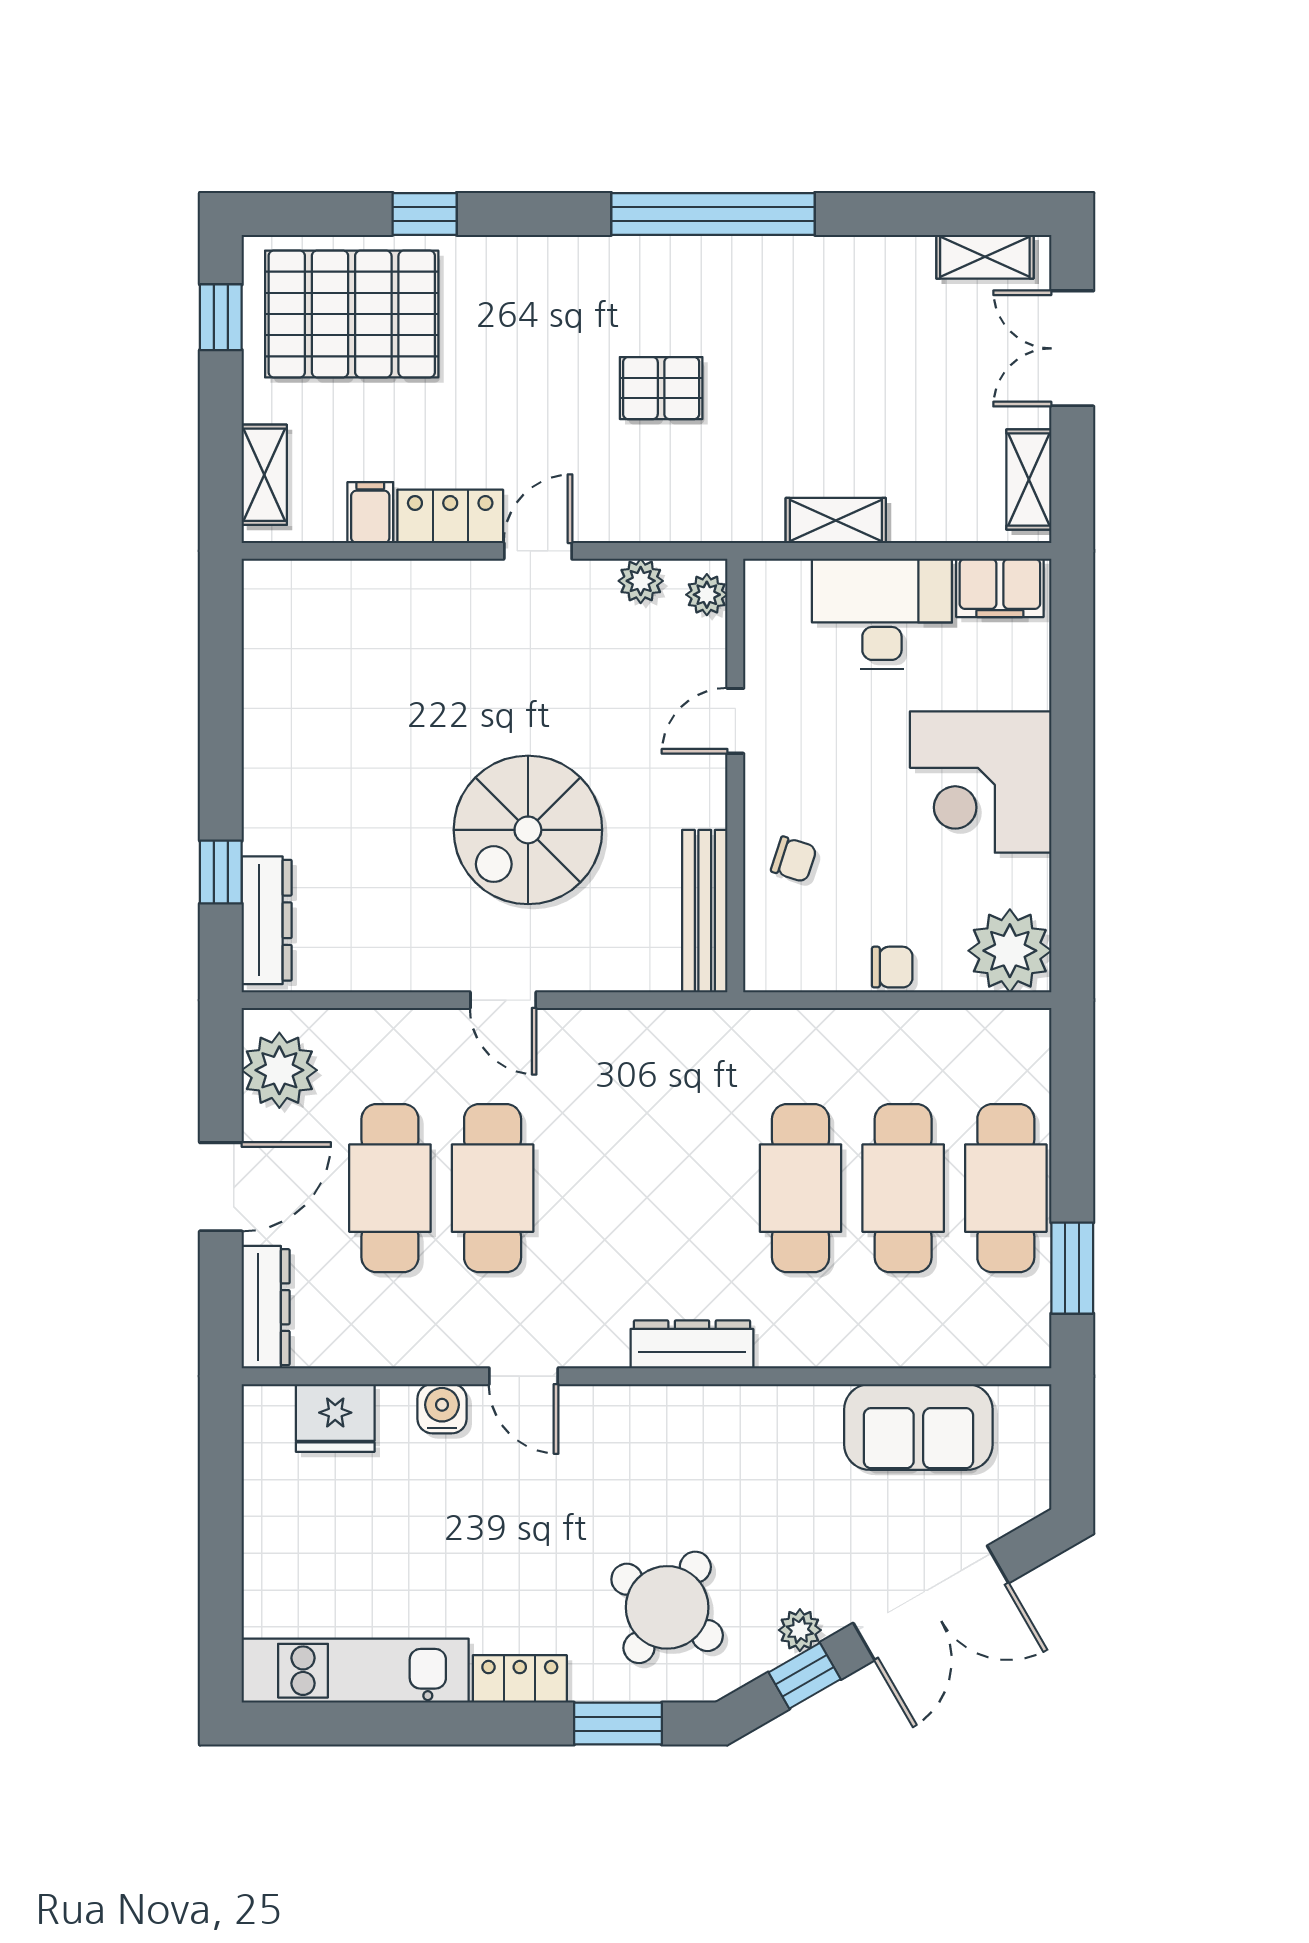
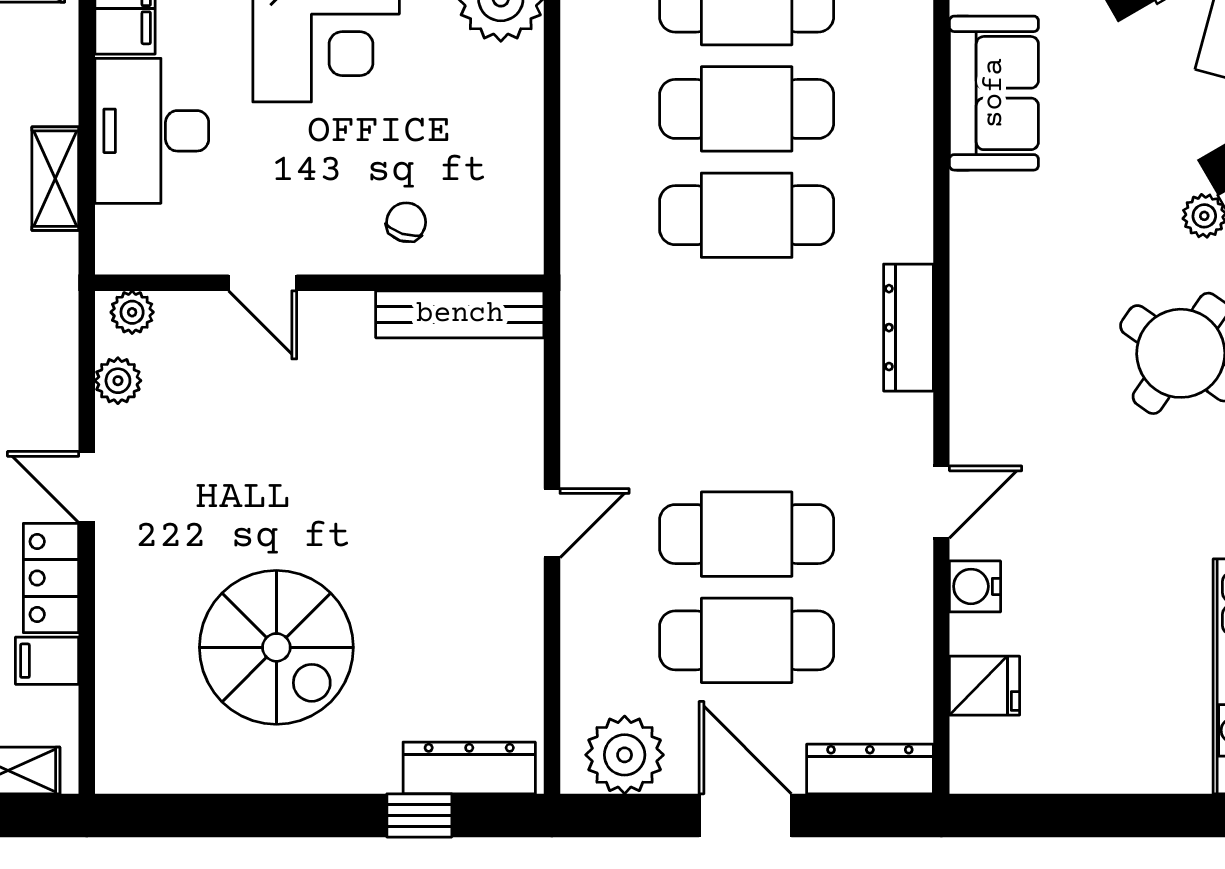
spiral stairs: (528, 830) -> (276, 647), moved
chair: (892, 967) -> (518, 120), removed
fridge: (335, 1418) -> (985, 686), width x0.72

